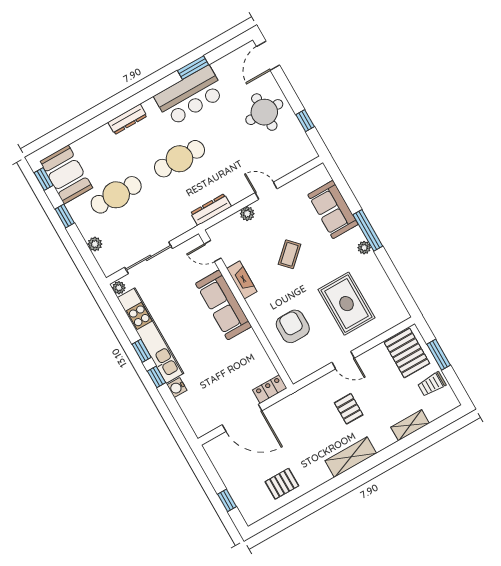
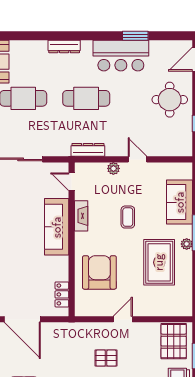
coffee table: (290, 254) -> (128, 217), turned -47
rug: (347, 304) -> (159, 262), moved
armchair: (293, 326) -> (99, 272), width x1.36, depth x1.36
door: (343, 360) -> (123, 319), swing flipped
locker: (270, 389) -> (62, 294), moved, turned -90
pallet: (349, 409) -> (106, 358), turned 90

